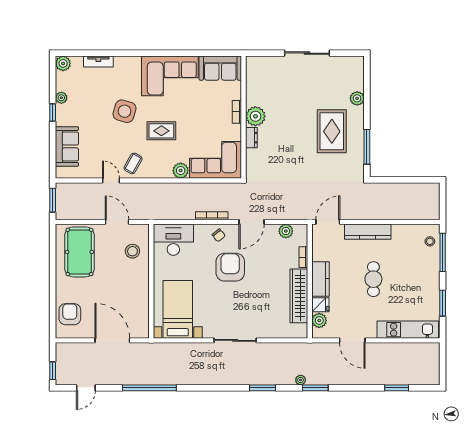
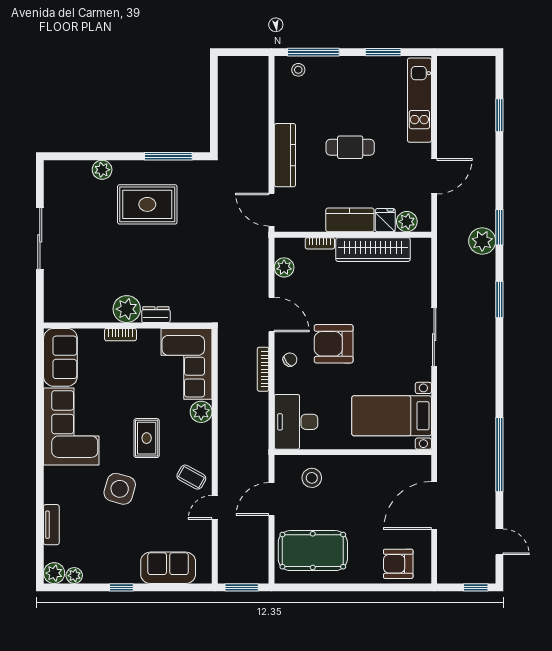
plant: (61, 98) -> (74, 576), moved
plant: (301, 380) -> (482, 241), width x1.87, depth x1.87

